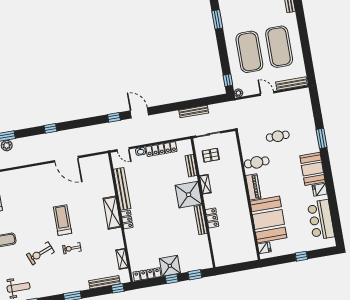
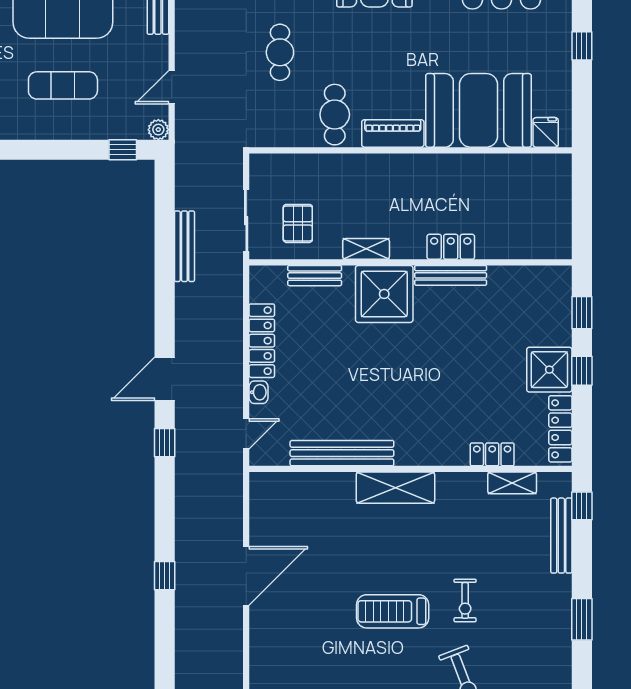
exercise mat: (249, 52) -> (63, 85), width x0.50, depth x0.69
door: (267, 93) -> (172, 87), moved
window: (50, 128) -> (165, 576), moved
locker: (127, 220) -> (492, 454), moved

